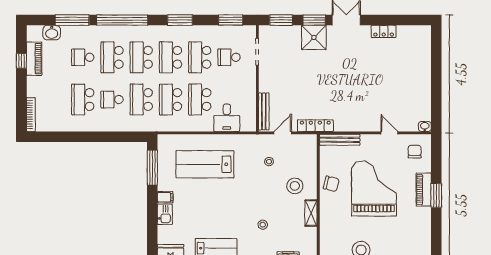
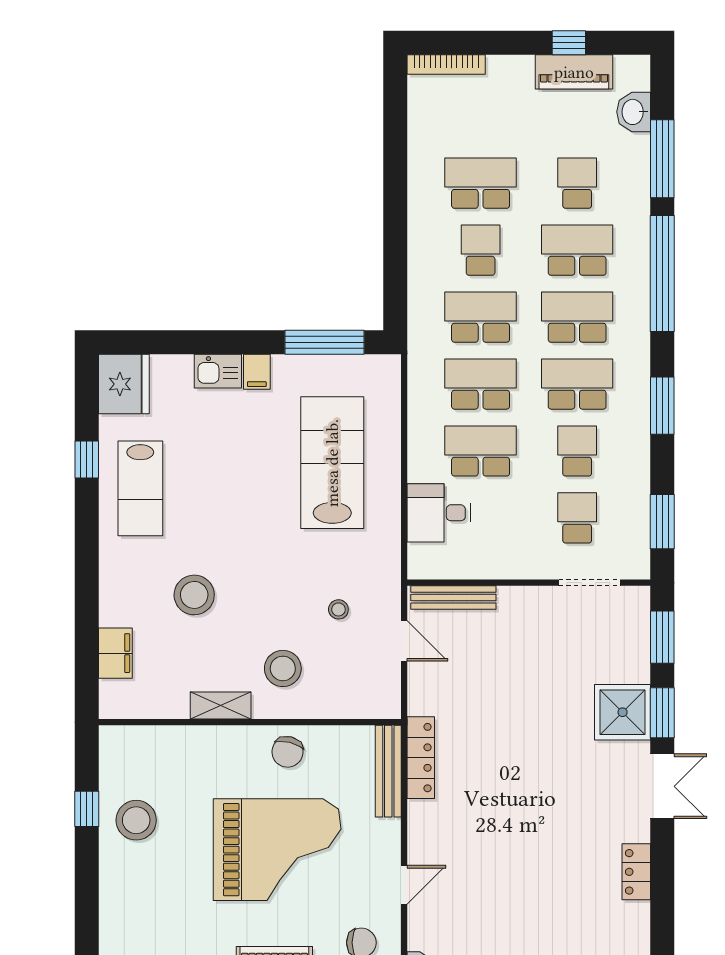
school desk: (200, 57) -> (577, 451), width x0.54
locker: (315, 126) -> (421, 758), moved
stool: (263, 225) -> (194, 595), width x1.89, depth x1.89

